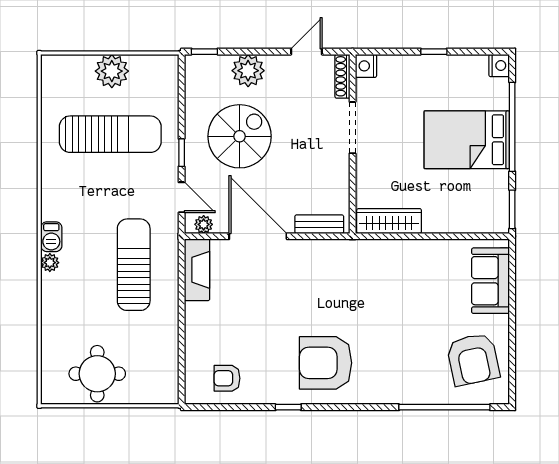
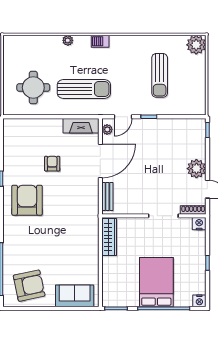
plant: (112, 71) -> (196, 45), moved
plant: (248, 71) -> (196, 169), moved
sun lounger: (110, 134) -> (160, 75), width x0.73, depth x0.75
spiral stairs: (240, 136) -> (158, 150), removed
plant: (50, 263) -> (68, 40), moved
armchair: (473, 359) -> (29, 286), turned 180
round table: (97, 374) -> (33, 88), moved
armchair: (227, 378) -> (52, 164), moved

